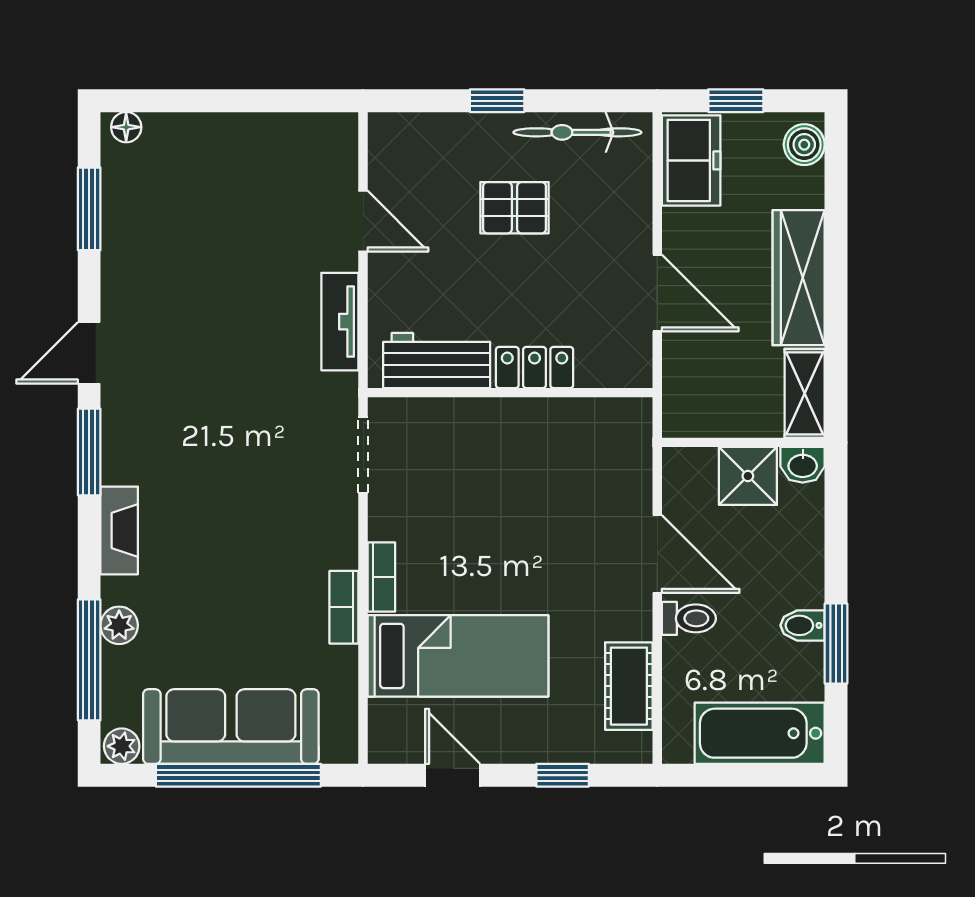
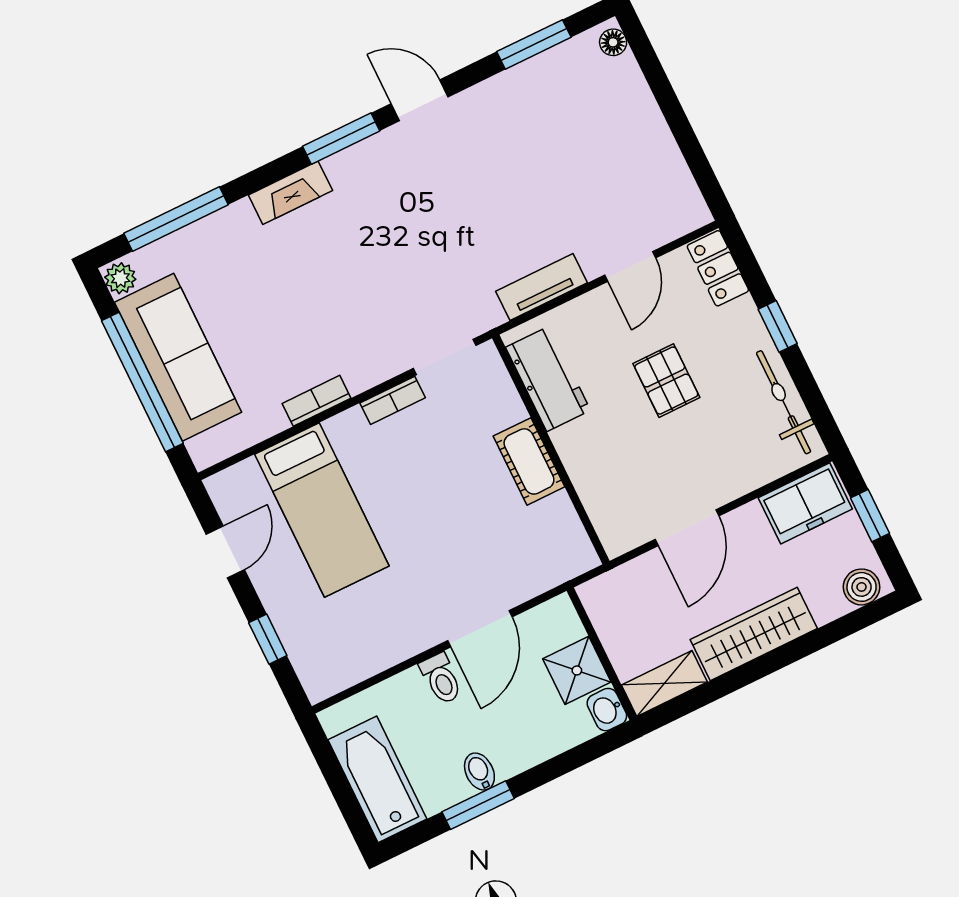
pallet: (515, 208) -> (666, 381), moved
locker: (535, 367) -> (718, 268), moved, turned 180
bookcase: (381, 577) -> (393, 400), moved
plant: (119, 625) -> (215, 229), removed
cot: (629, 686) -> (529, 461), moved, turned 90

